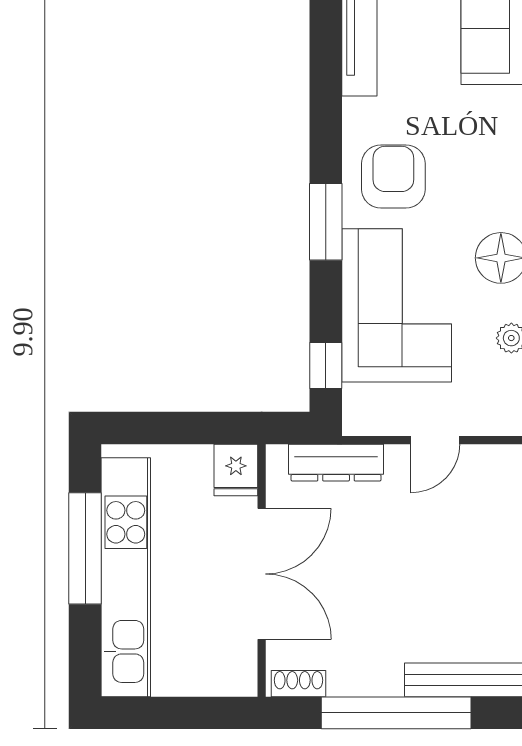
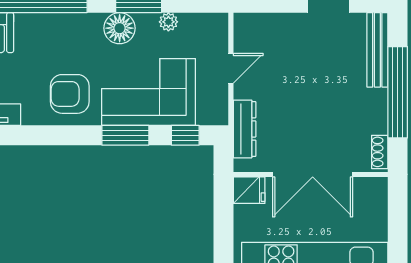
window: (326, 222) -> (125, 135), moved
door: (435, 440) -> (231, 68), hinge flipped
double door: (262, 574) -> (313, 174), swing flipped

